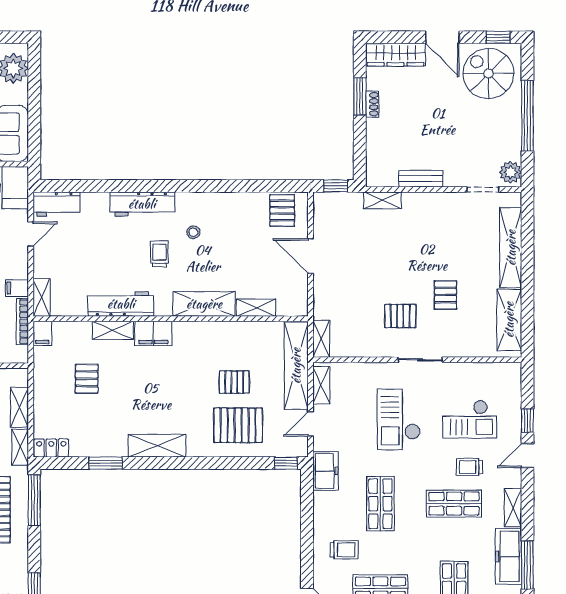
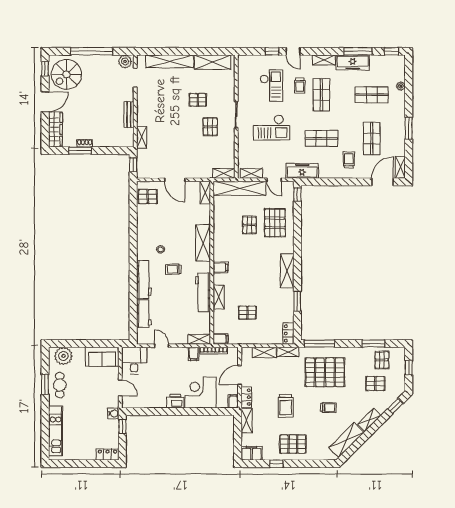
workbench: (57, 204) -> (144, 313), moved
door: (311, 256) -> (175, 180), hinge flipped
shelving: (256, 308) -> (205, 193), moved
filing cabinet: (153, 333) -> (220, 267), width x0.50
freezer: (326, 471) -> (302, 171), width x1.40

